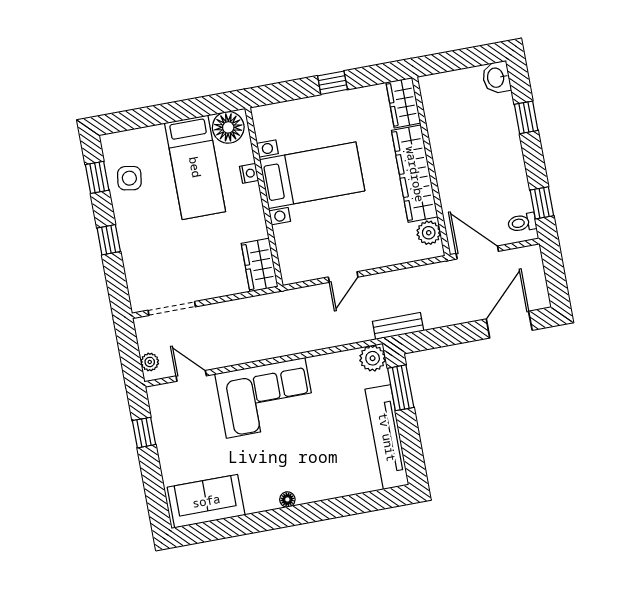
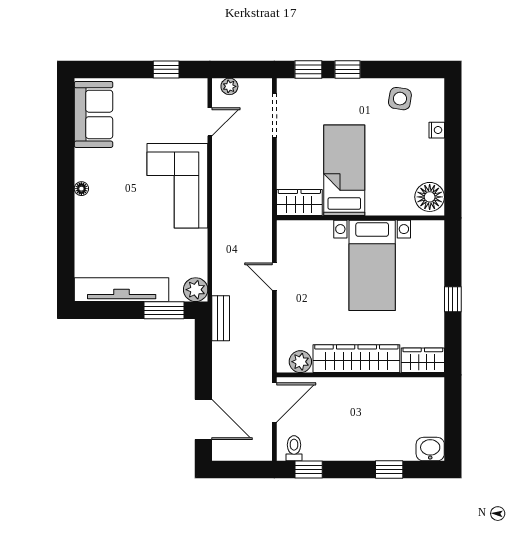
bed: (195, 167) -> (344, 170), moved, turned 90
nightstand: (249, 173) -> (437, 130), moved, turned -90
window: (97, 177) -> (308, 69), moved

